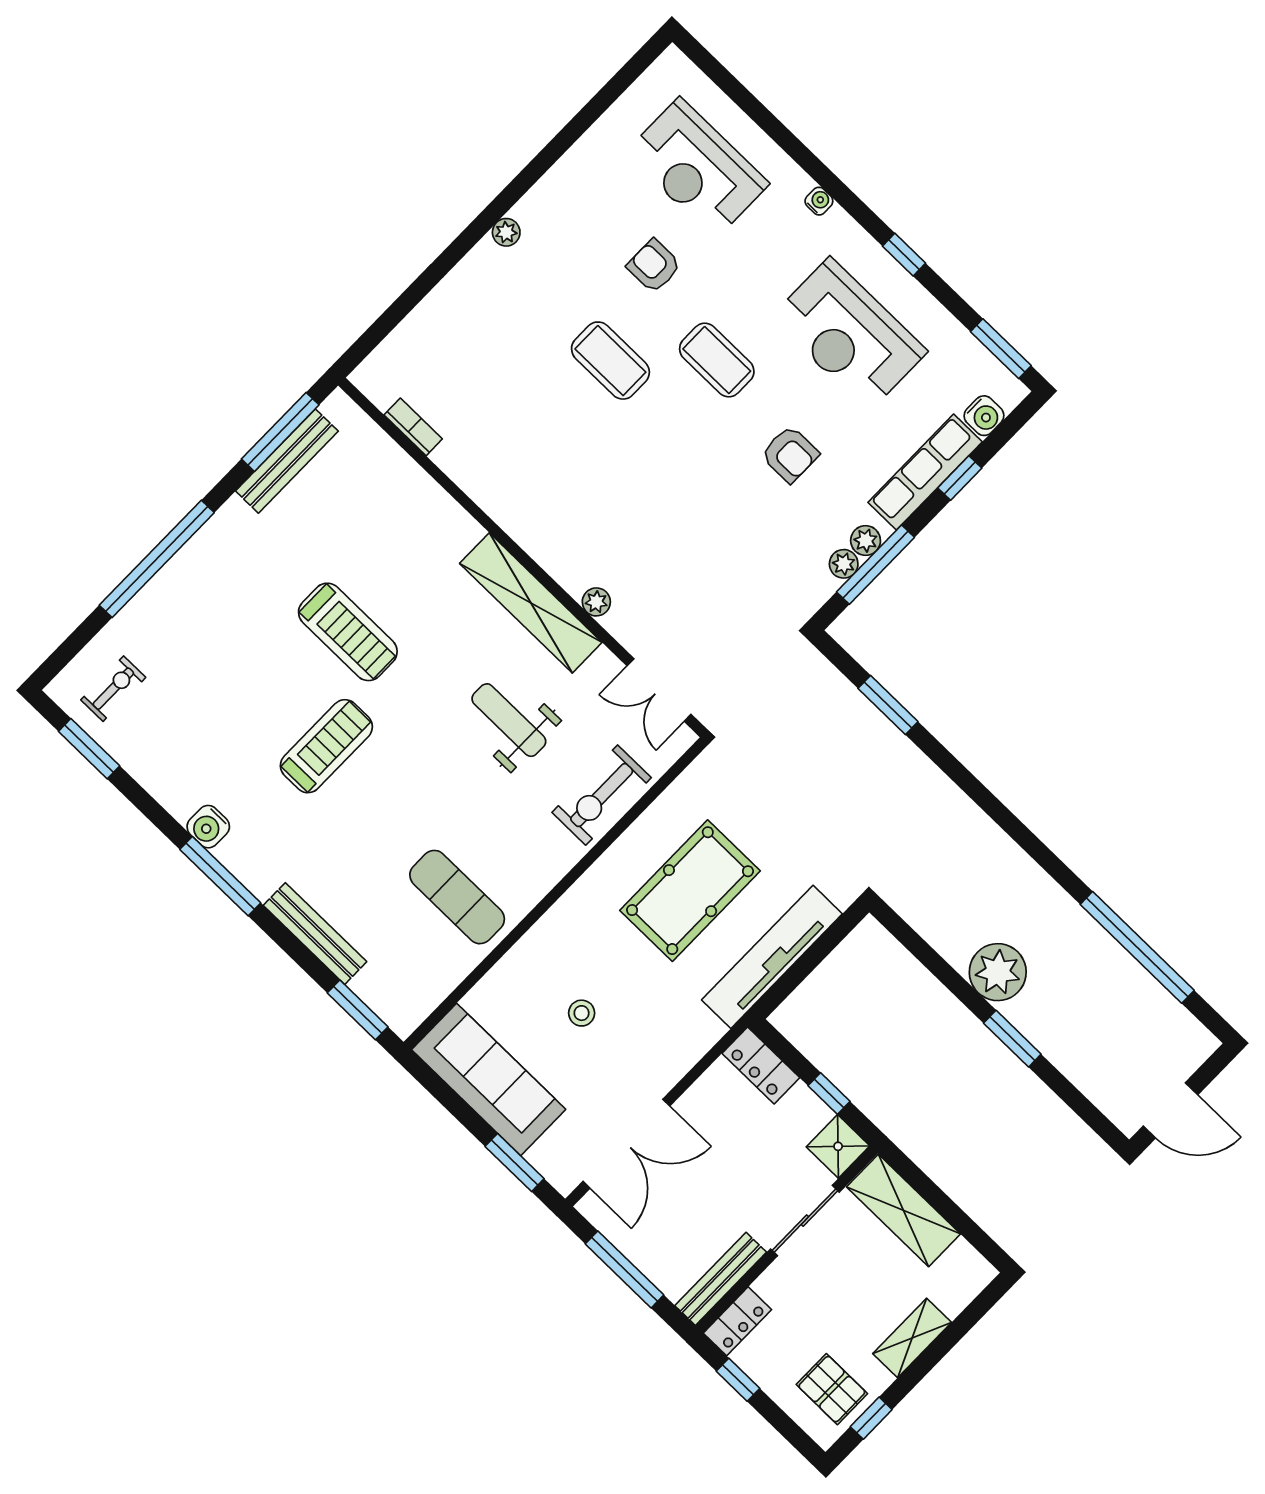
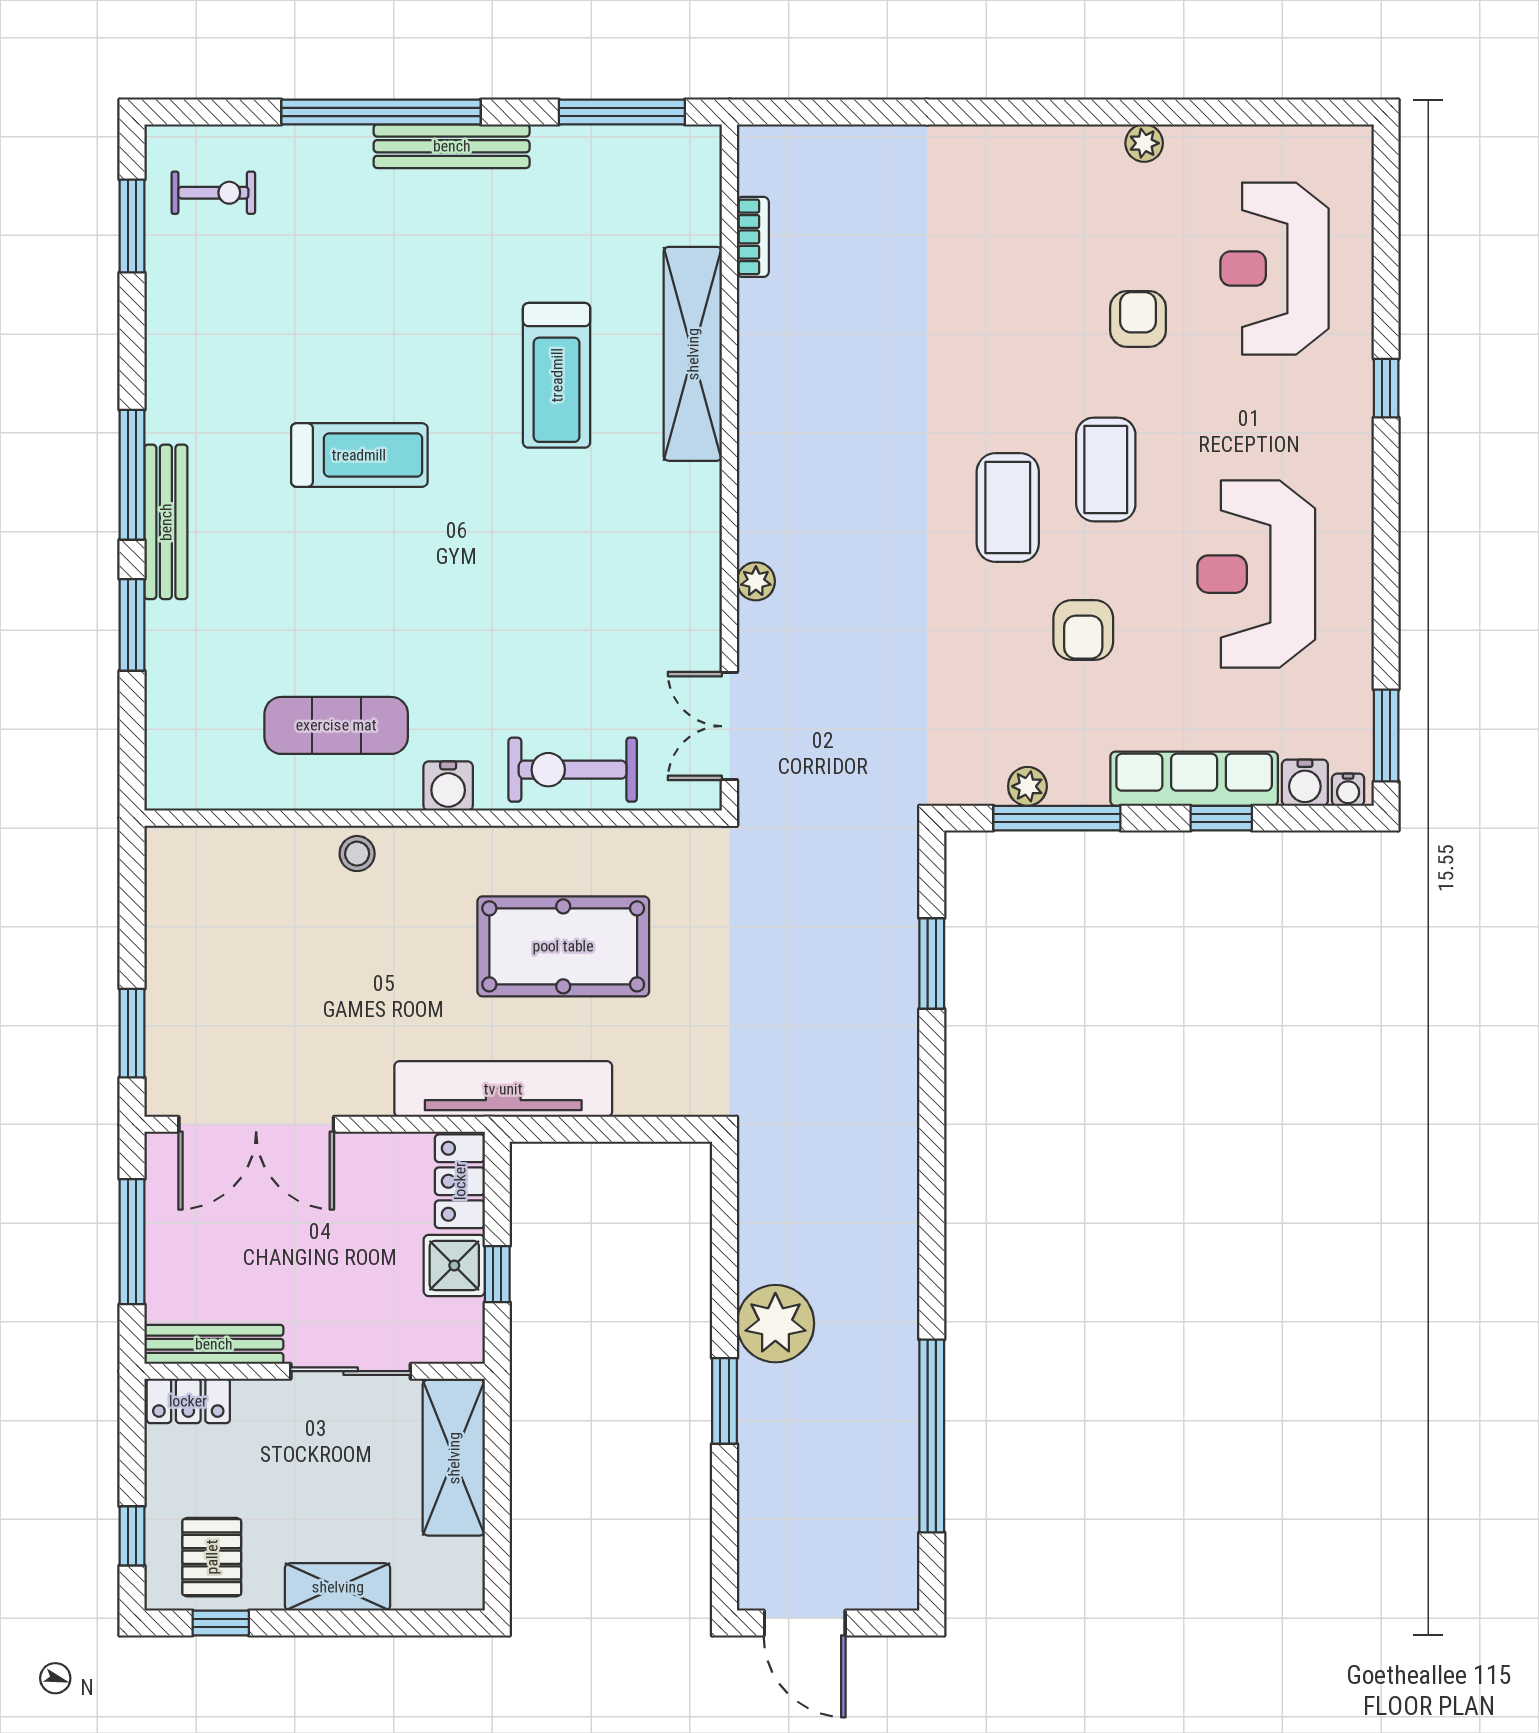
water cooler: (819, 201) -> (1348, 790), moved, turned 90
plant: (506, 232) -> (1144, 143), moved
window: (904, 255) -> (1386, 388), moved
coffee table: (610, 361) -> (1008, 508), moved
bench: (287, 461) -> (452, 146), moved
plant: (866, 540) -> (1071, 786), removed
shelving: (531, 603) -> (693, 354), moved
treadmill: (348, 632) -> (557, 375), moved
weight bench: (509, 720) -> (558, 608), removed
water cooler: (208, 827) -> (448, 786), moved, turned -90
exercise mat: (457, 897) -> (336, 725), turned 90
bench: (315, 934) -> (166, 522), moved
tv unit: (772, 957) -> (503, 1089), moved
window: (358, 1010) -> (132, 625), moved
stool: (582, 1013) -> (357, 854), moved
sofa: (489, 1079) -> (188, 929), removed
shower: (838, 1146) -> (454, 1265), moved
window: (738, 1380) -> (132, 1536), moved

